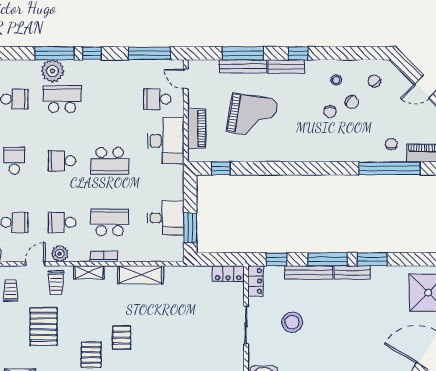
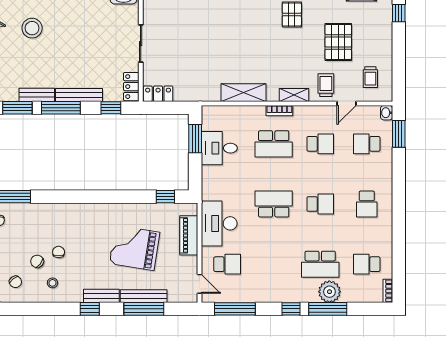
plant: (60, 254) -> (322, 113), removed
stool: (292, 322) -> (32, 28), moved
pallet: (122, 338) -> (262, 31), removed

